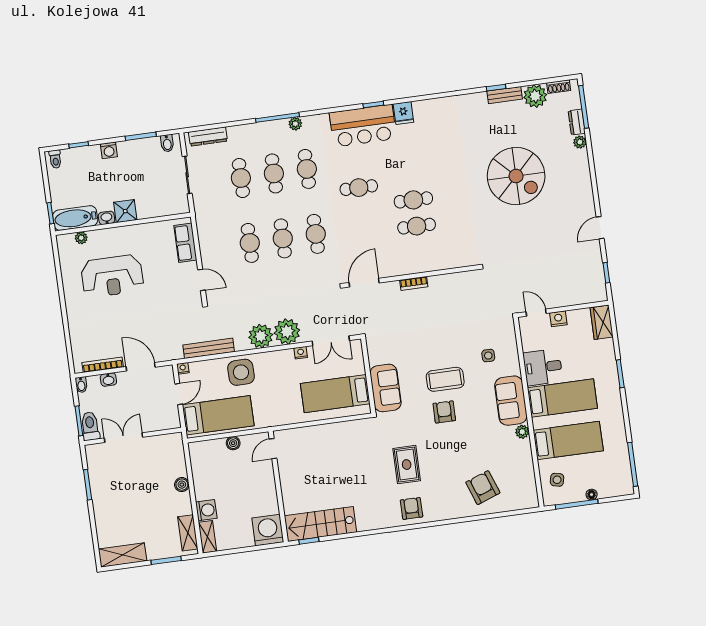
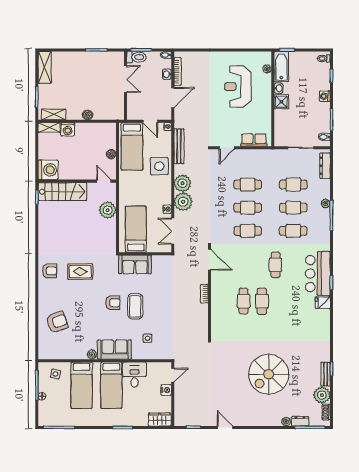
plant: (295, 124) -> (325, 203), moved
plant: (314, 437) -> (108, 210), added
stairs: (320, 524) -> (62, 192), moved, turned 90

